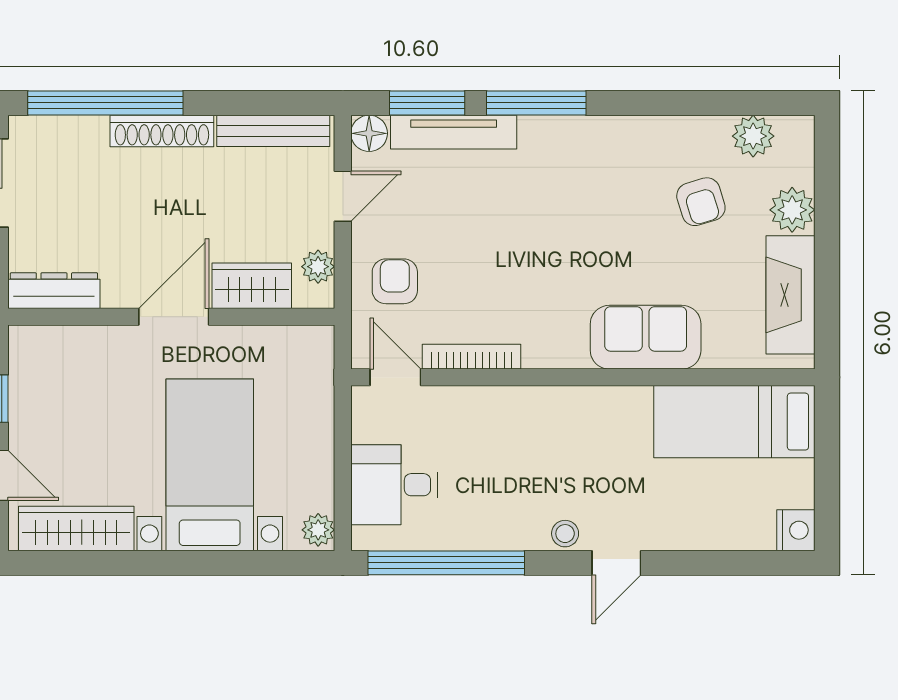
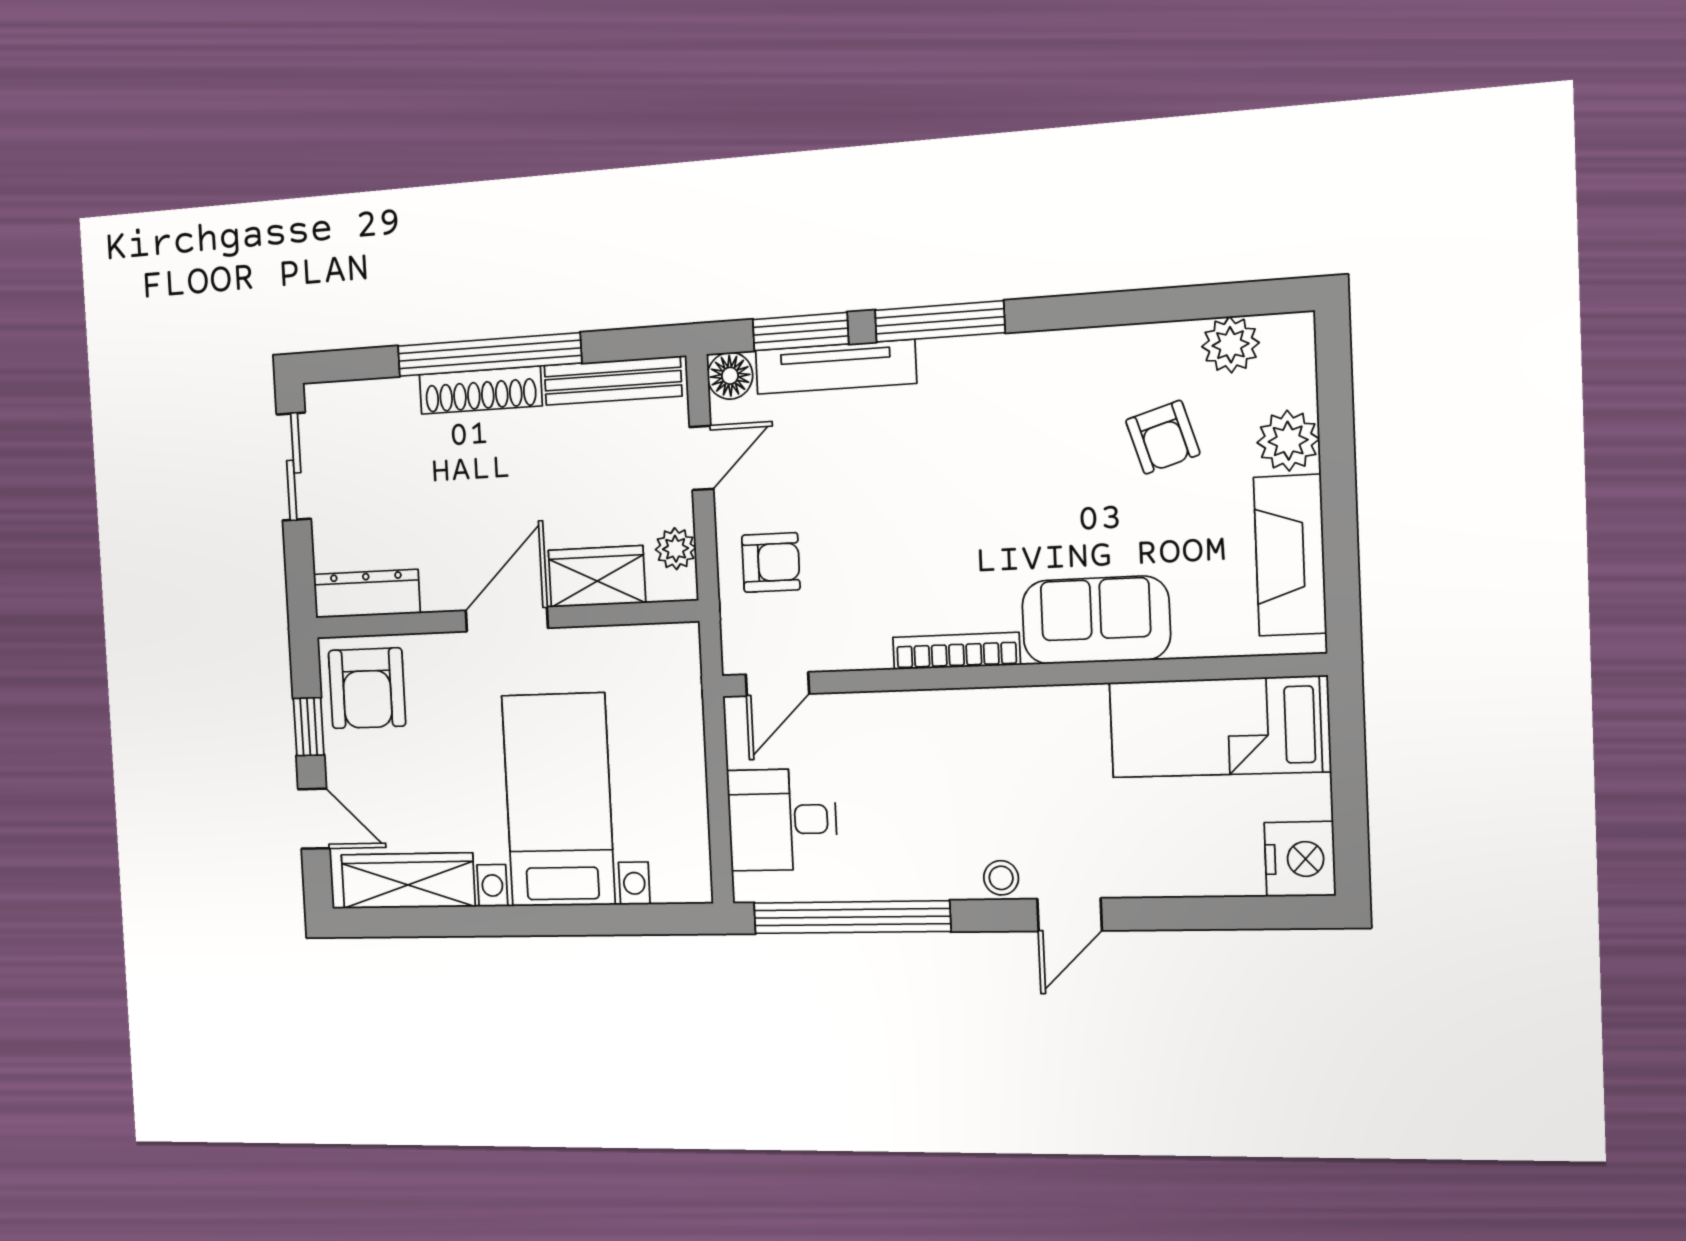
window: (105, 103) -> (489, 355), moved
armchair: (395, 281) -> (771, 562), turned 90
bookcase: (472, 357) -> (956, 651), moved
armchair: (50, 368) -> (367, 688), added
door: (395, 377) -> (777, 684), swing flipped
plant: (318, 530) -> (692, 878), removed
nightstand: (796, 530) -> (1300, 859), width x1.36, depth x1.33

